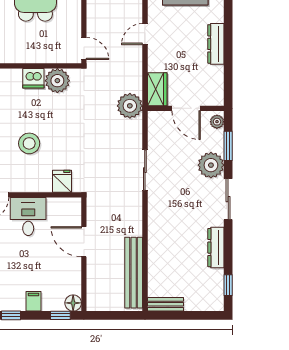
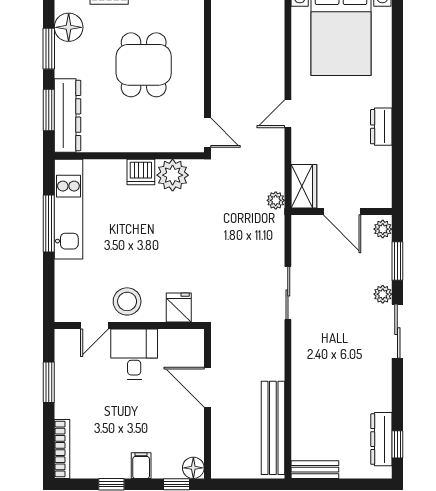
dresser: (216, 44) -> (381, 127), width x0.70
plant: (130, 106) -> (276, 200), width x0.53, depth x0.53
stool: (29, 143) -> (127, 301), moved
plant: (211, 165) -> (383, 294), width x0.53, depth x0.53
dresser: (216, 248) -> (381, 439), moved

